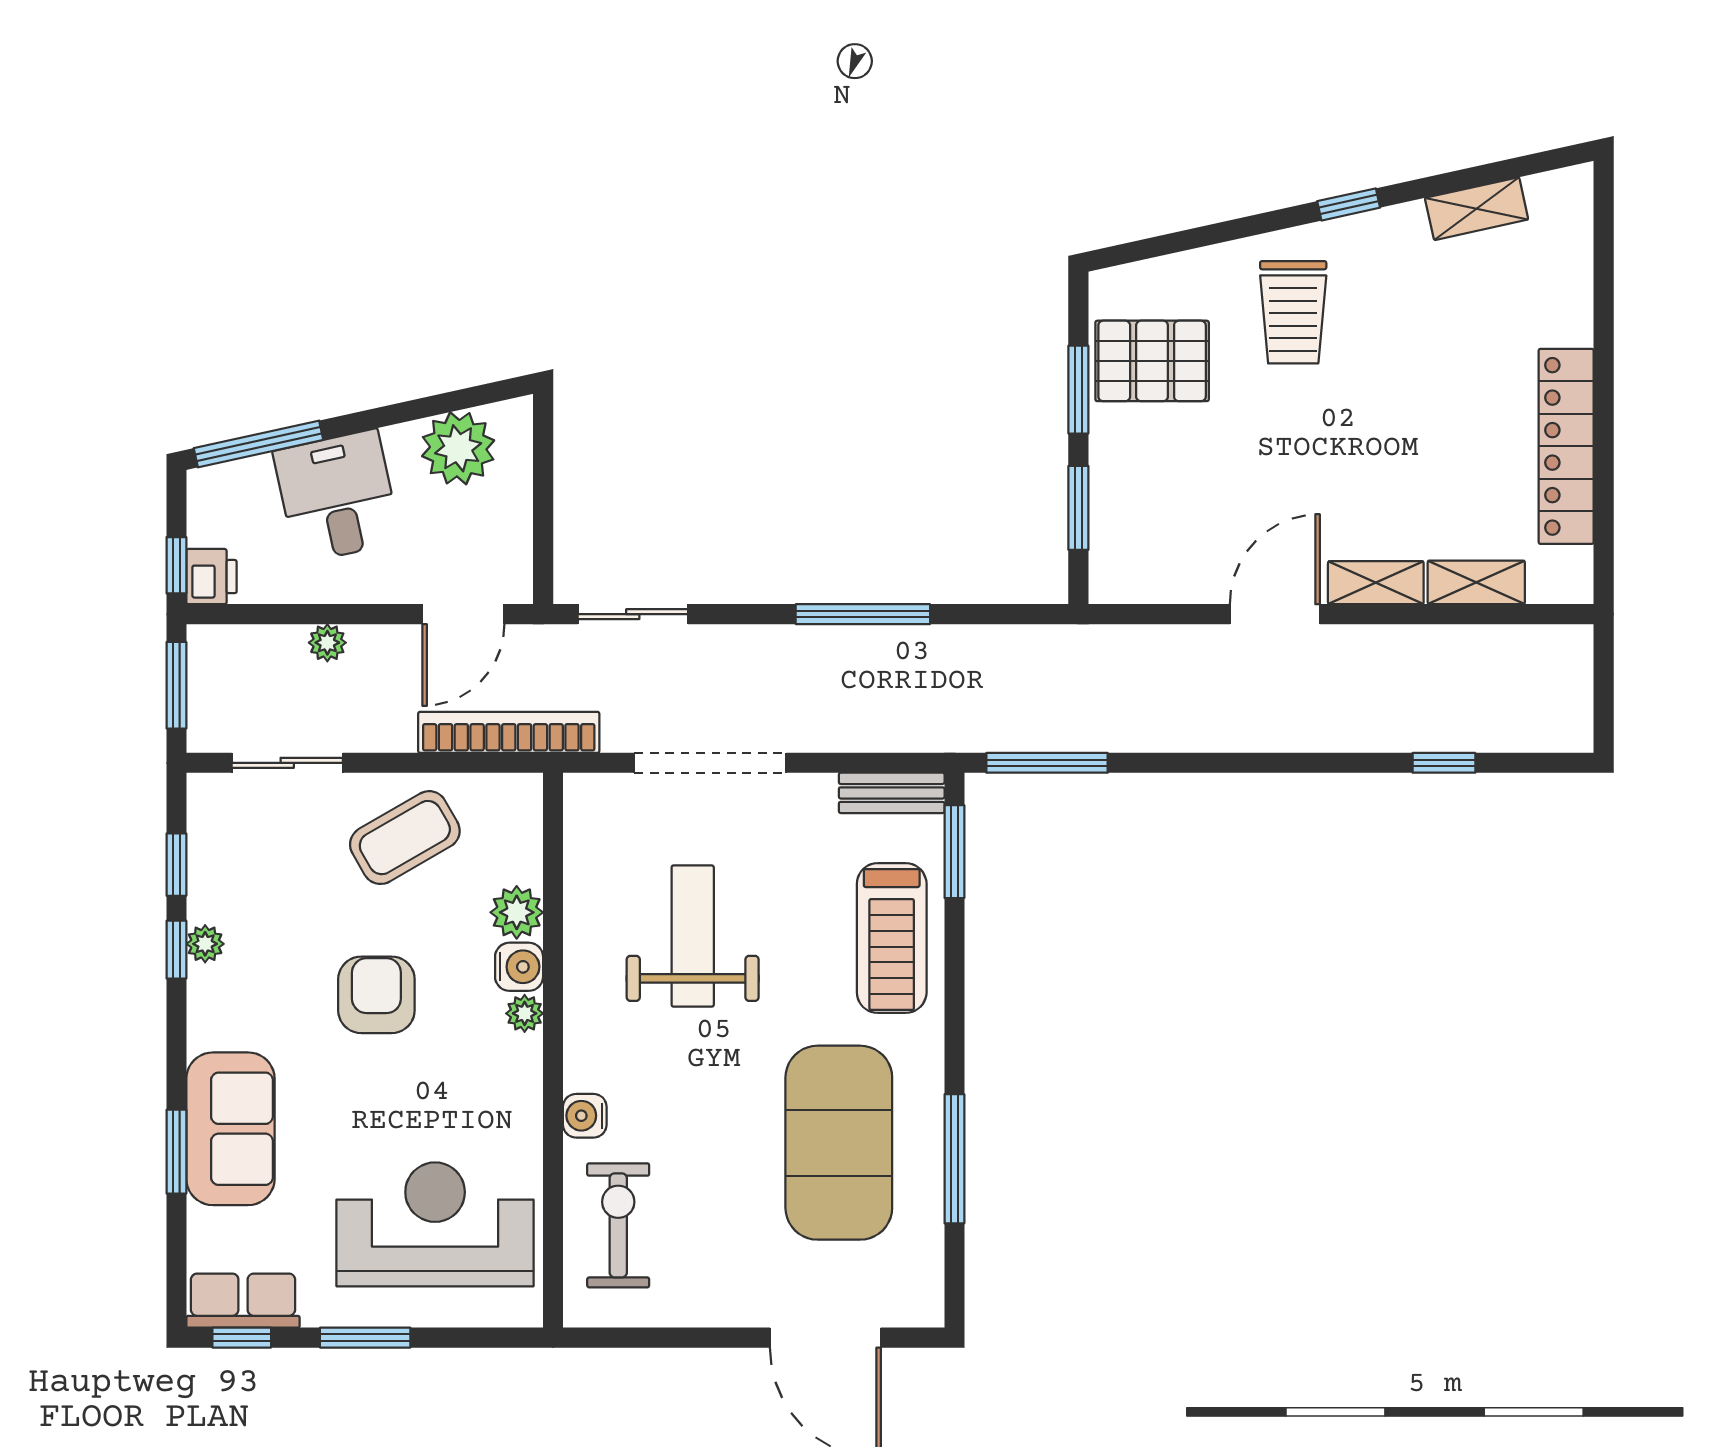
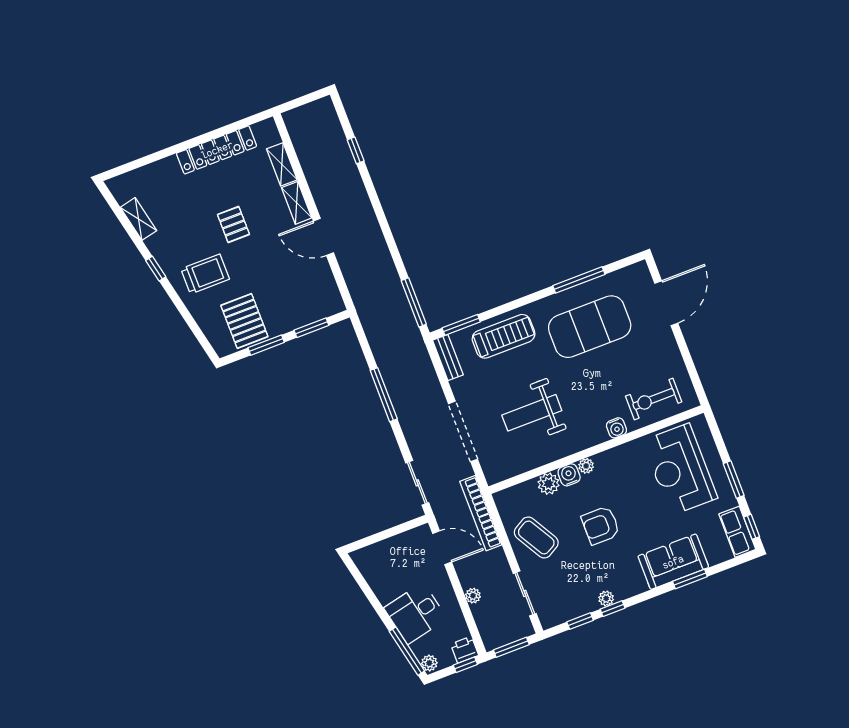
pallet: (1382, 420) -> (233, 224), added
plant: (458, 448) -> (429, 663), moved, width x0.53, depth x0.53

